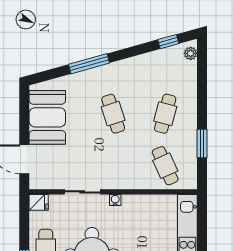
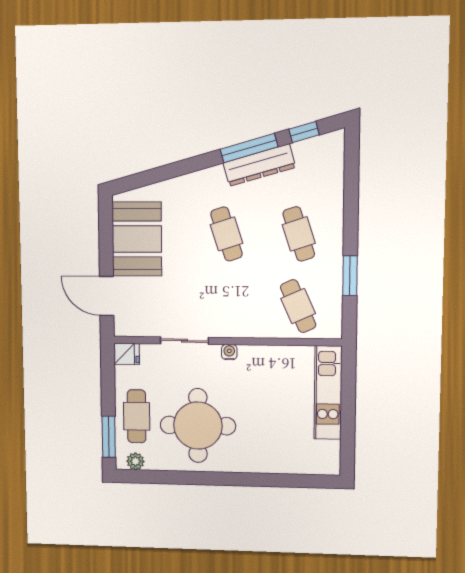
plant: (191, 53) -> (335, 148), removed
window: (89, 64) -> (249, 148), moved
dresser: (137, 65) -> (259, 165), added
cafe table: (165, 114) -> (299, 234), turned -33

